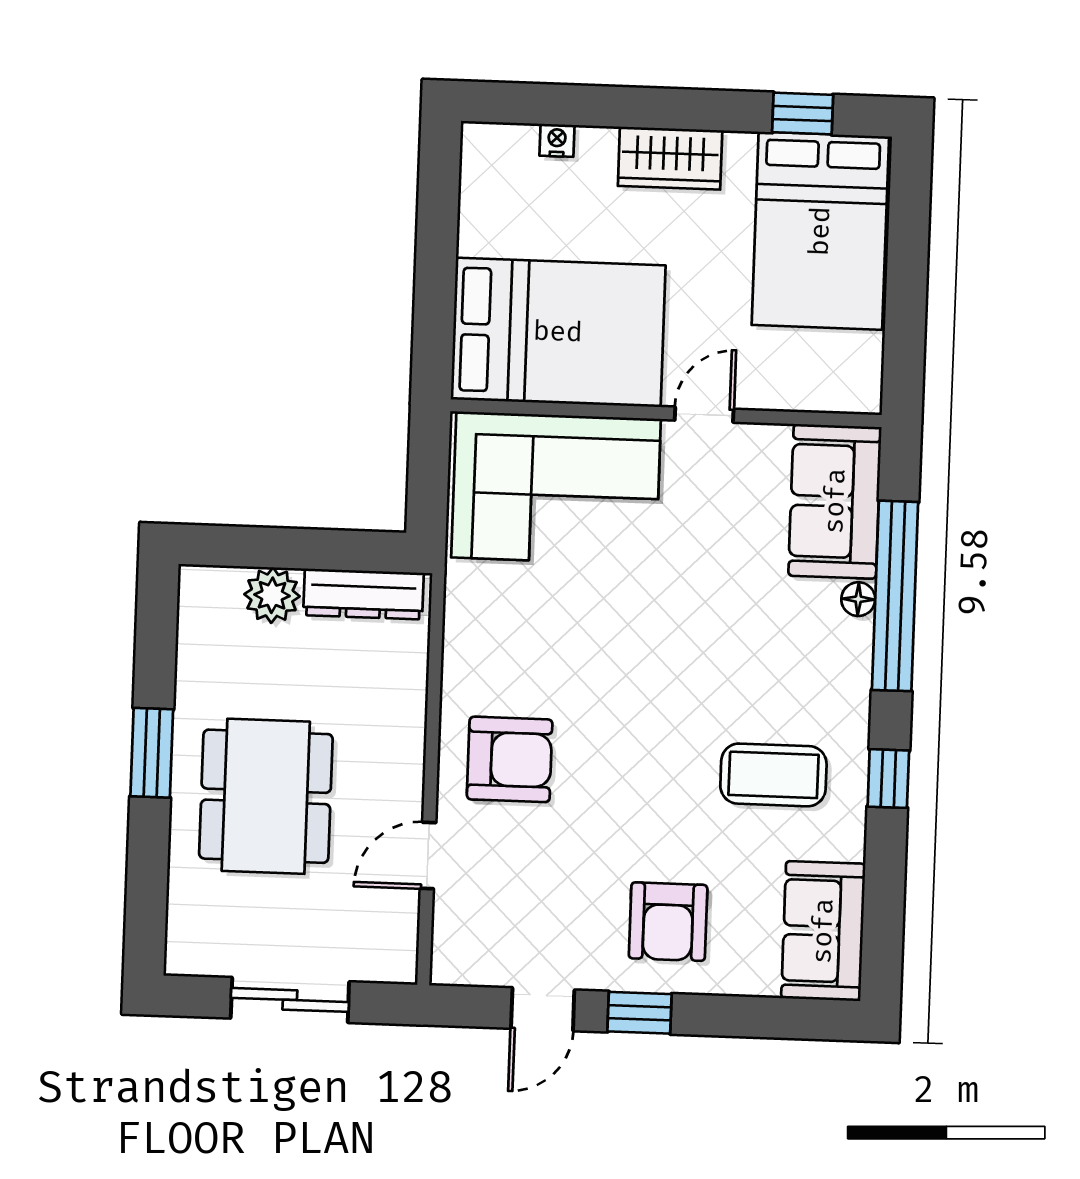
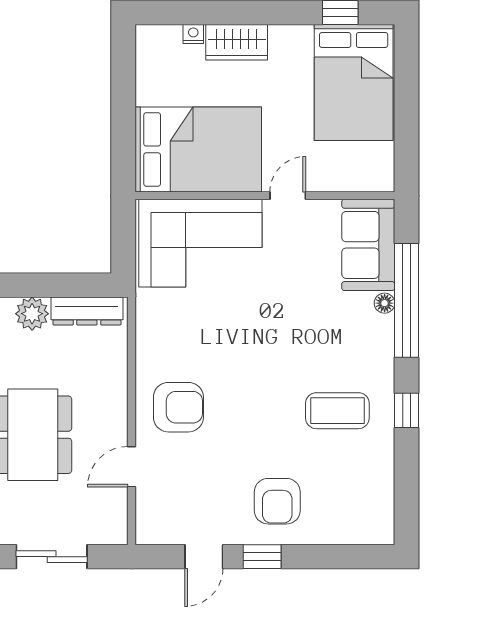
wardrobe: (670, 158) -> (237, 42), moved
sofa: (823, 931) -> (371, 503), removed

